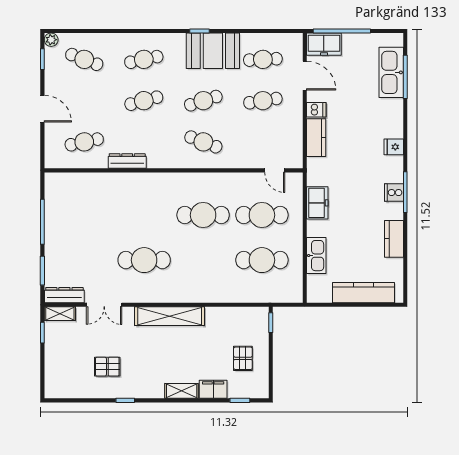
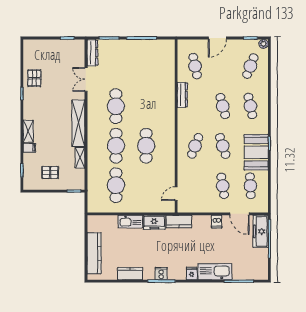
freezer: (324, 44) -> (261, 231), width x1.40
kitchen sink: (391, 72) -> (215, 272), moved
door: (305, 76) -> (240, 214), hinge flipped
kitchen counter: (316, 138) -> (179, 222), moved
cafe table: (262, 215) -> (116, 146), moved
kitchen sink: (316, 256) -> (130, 222), moved
shelving: (60, 314) -> (80, 158), moved
pallet: (107, 367) -> (34, 78), moved
filing cabinet: (213, 389) -> (29, 148), width x0.50

